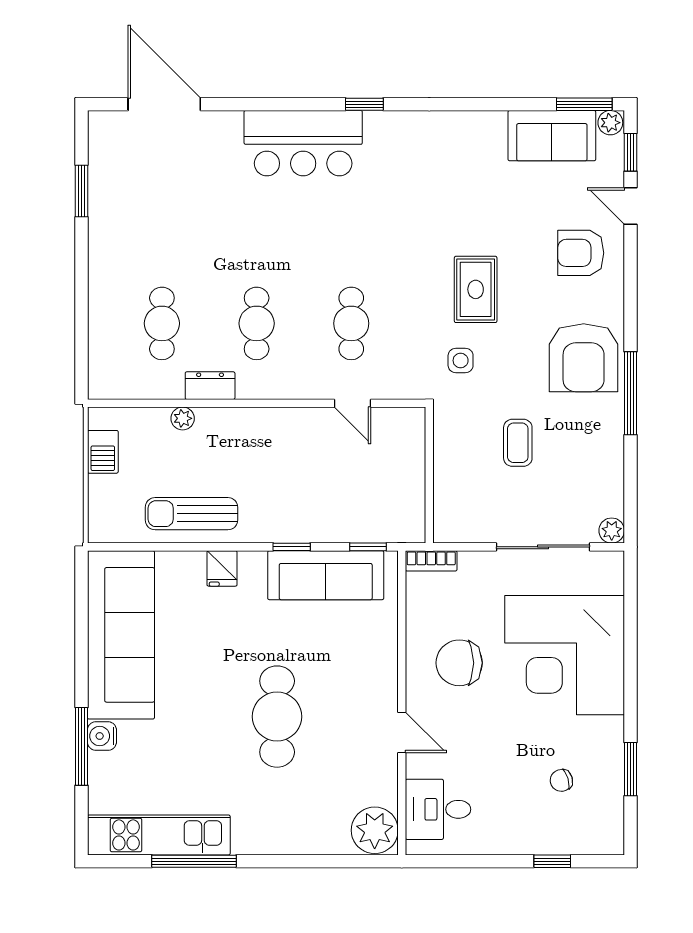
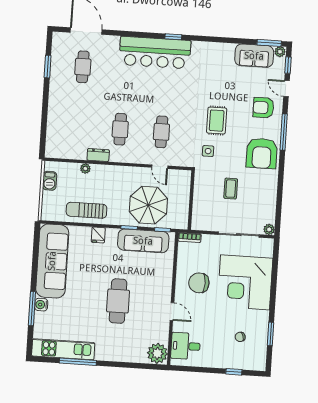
bar counter: (303, 143) -> (155, 53), width x1.36
cafe table: (162, 323) -> (83, 67), moved
window: (630, 393) -> (284, 132), moved
parasol: (332, 493) -> (148, 205), added

